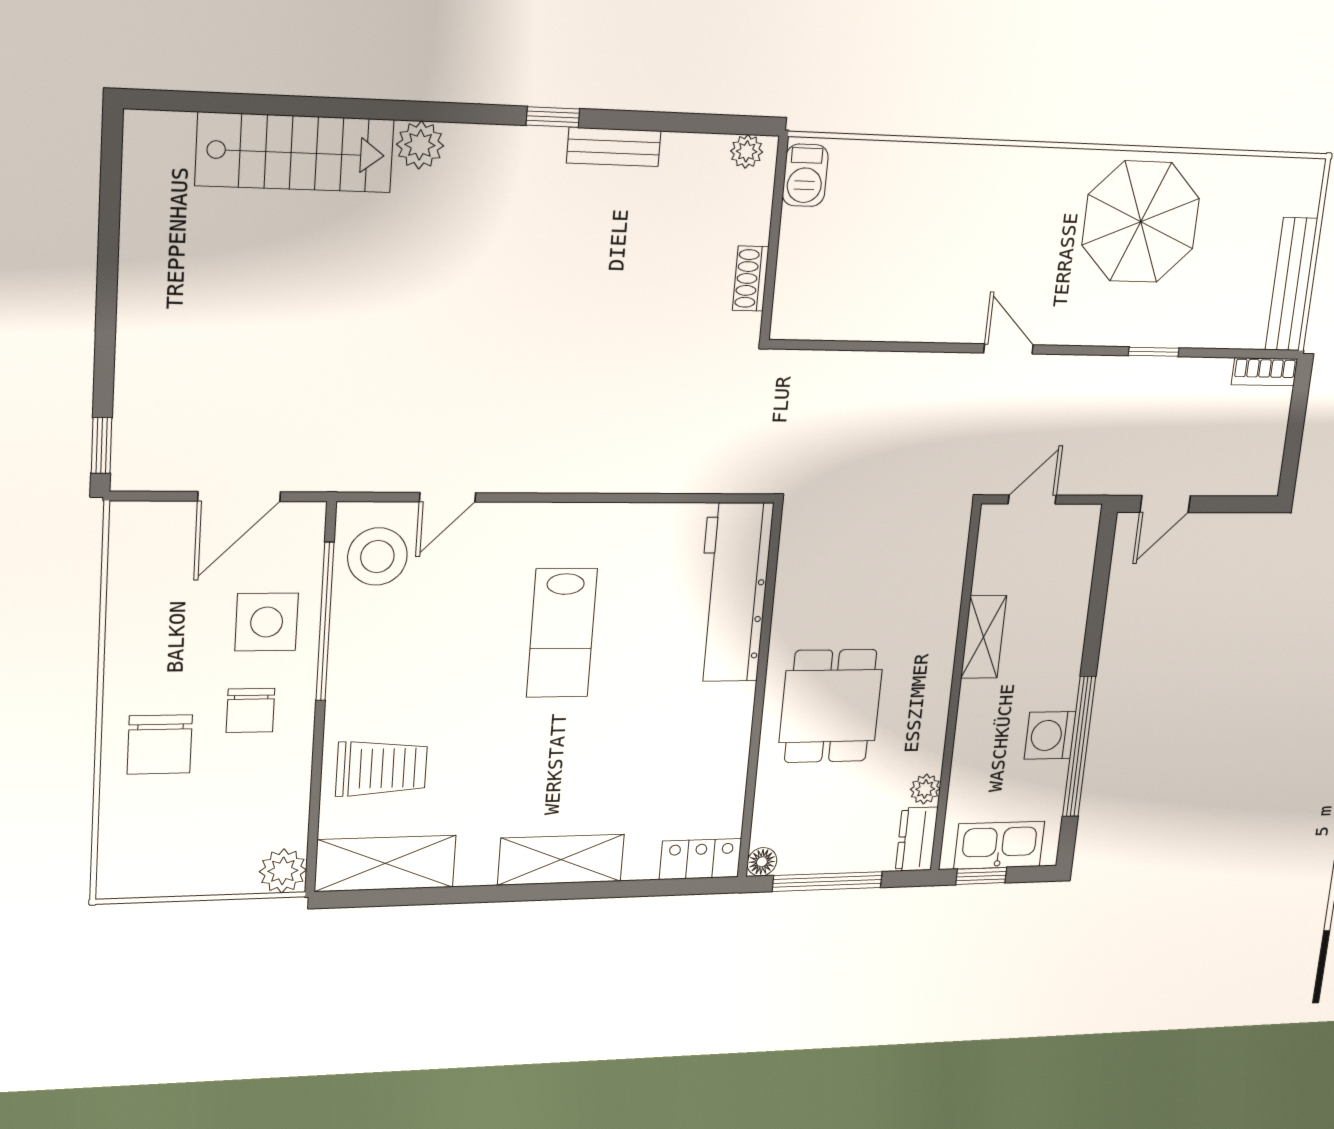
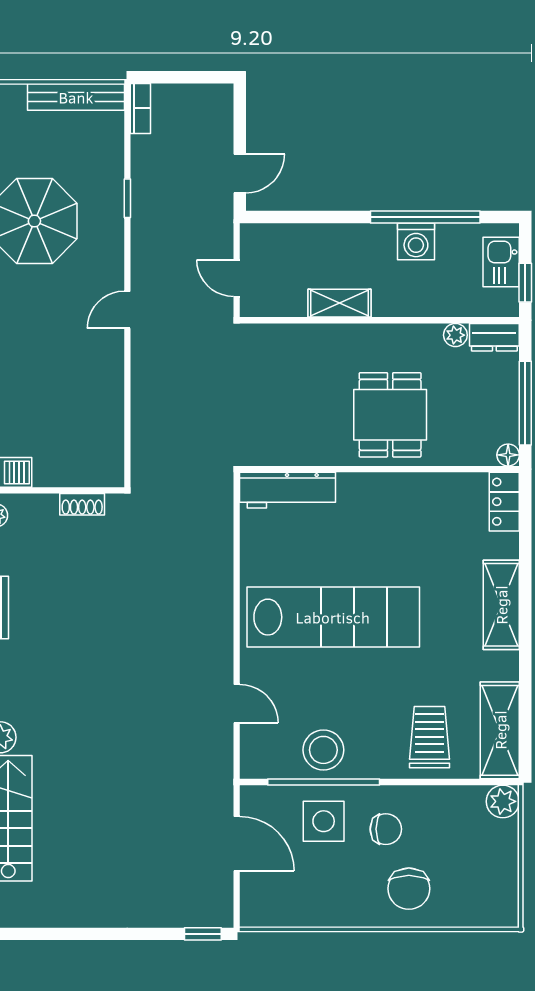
door: (1165, 504) -> (240, 173), hinge flipped
stool: (377, 556) -> (323, 750), moved
workbench: (733, 593) -> (287, 490), width x0.73, depth x0.76
lab bench: (562, 633) -> (333, 617), width x1.86, depth x1.39
dining table: (831, 706) -> (390, 415), turned 90
chair: (160, 744) -> (409, 889), turned 90
kitchen sink: (999, 845) -> (501, 262), width x0.73

